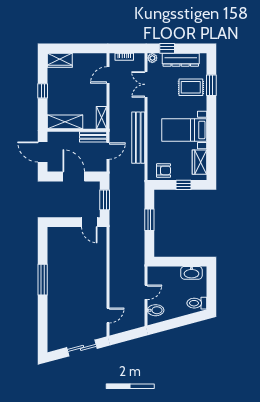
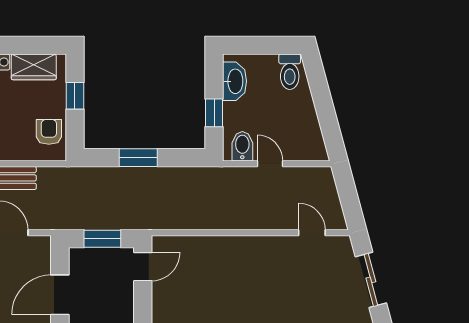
window: (174, 262) -> (214, 113), added
bidet: (156, 310) -> (242, 146), moved

